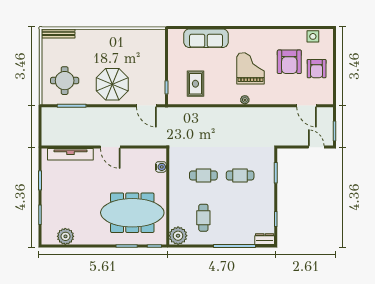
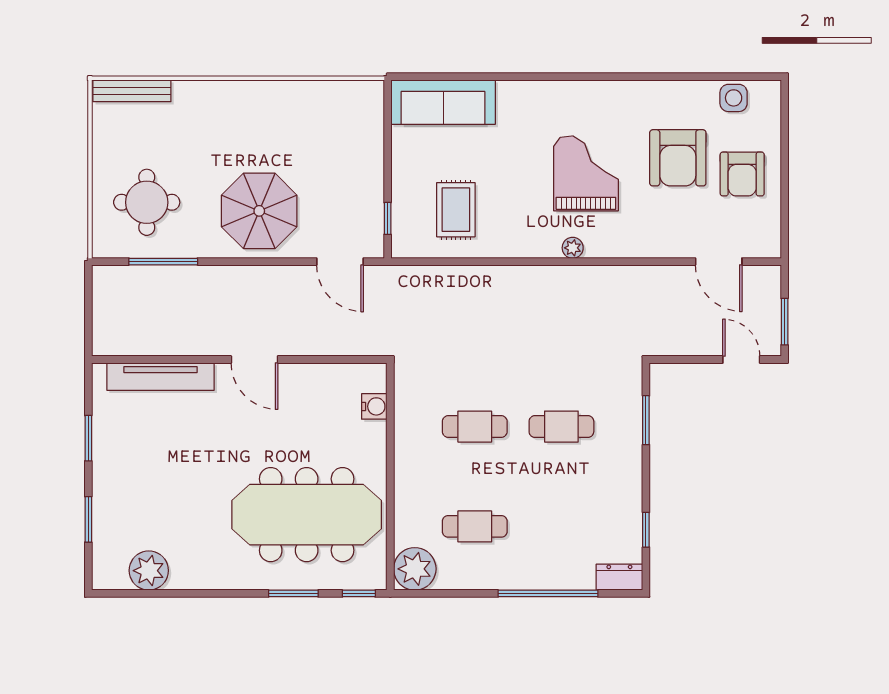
sofa: (206, 38) -> (443, 102), moved
cafe table: (203, 218) -> (475, 526), turned 90

